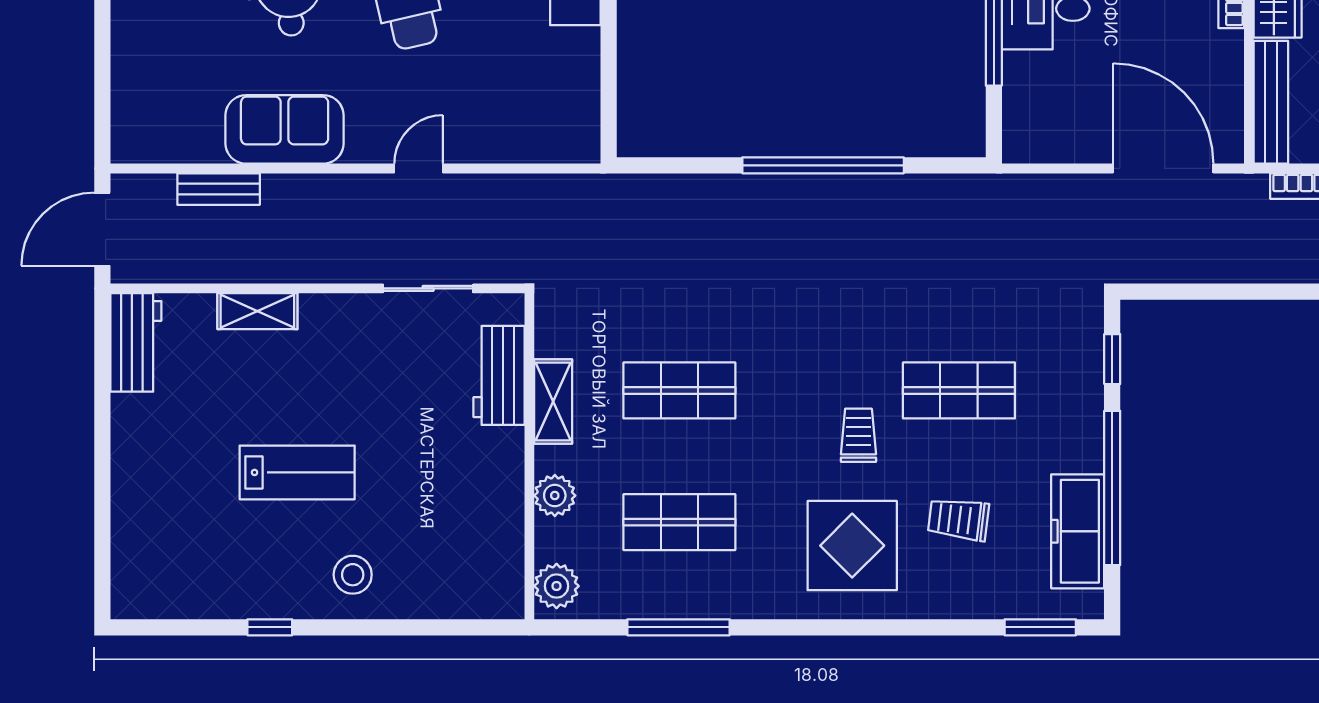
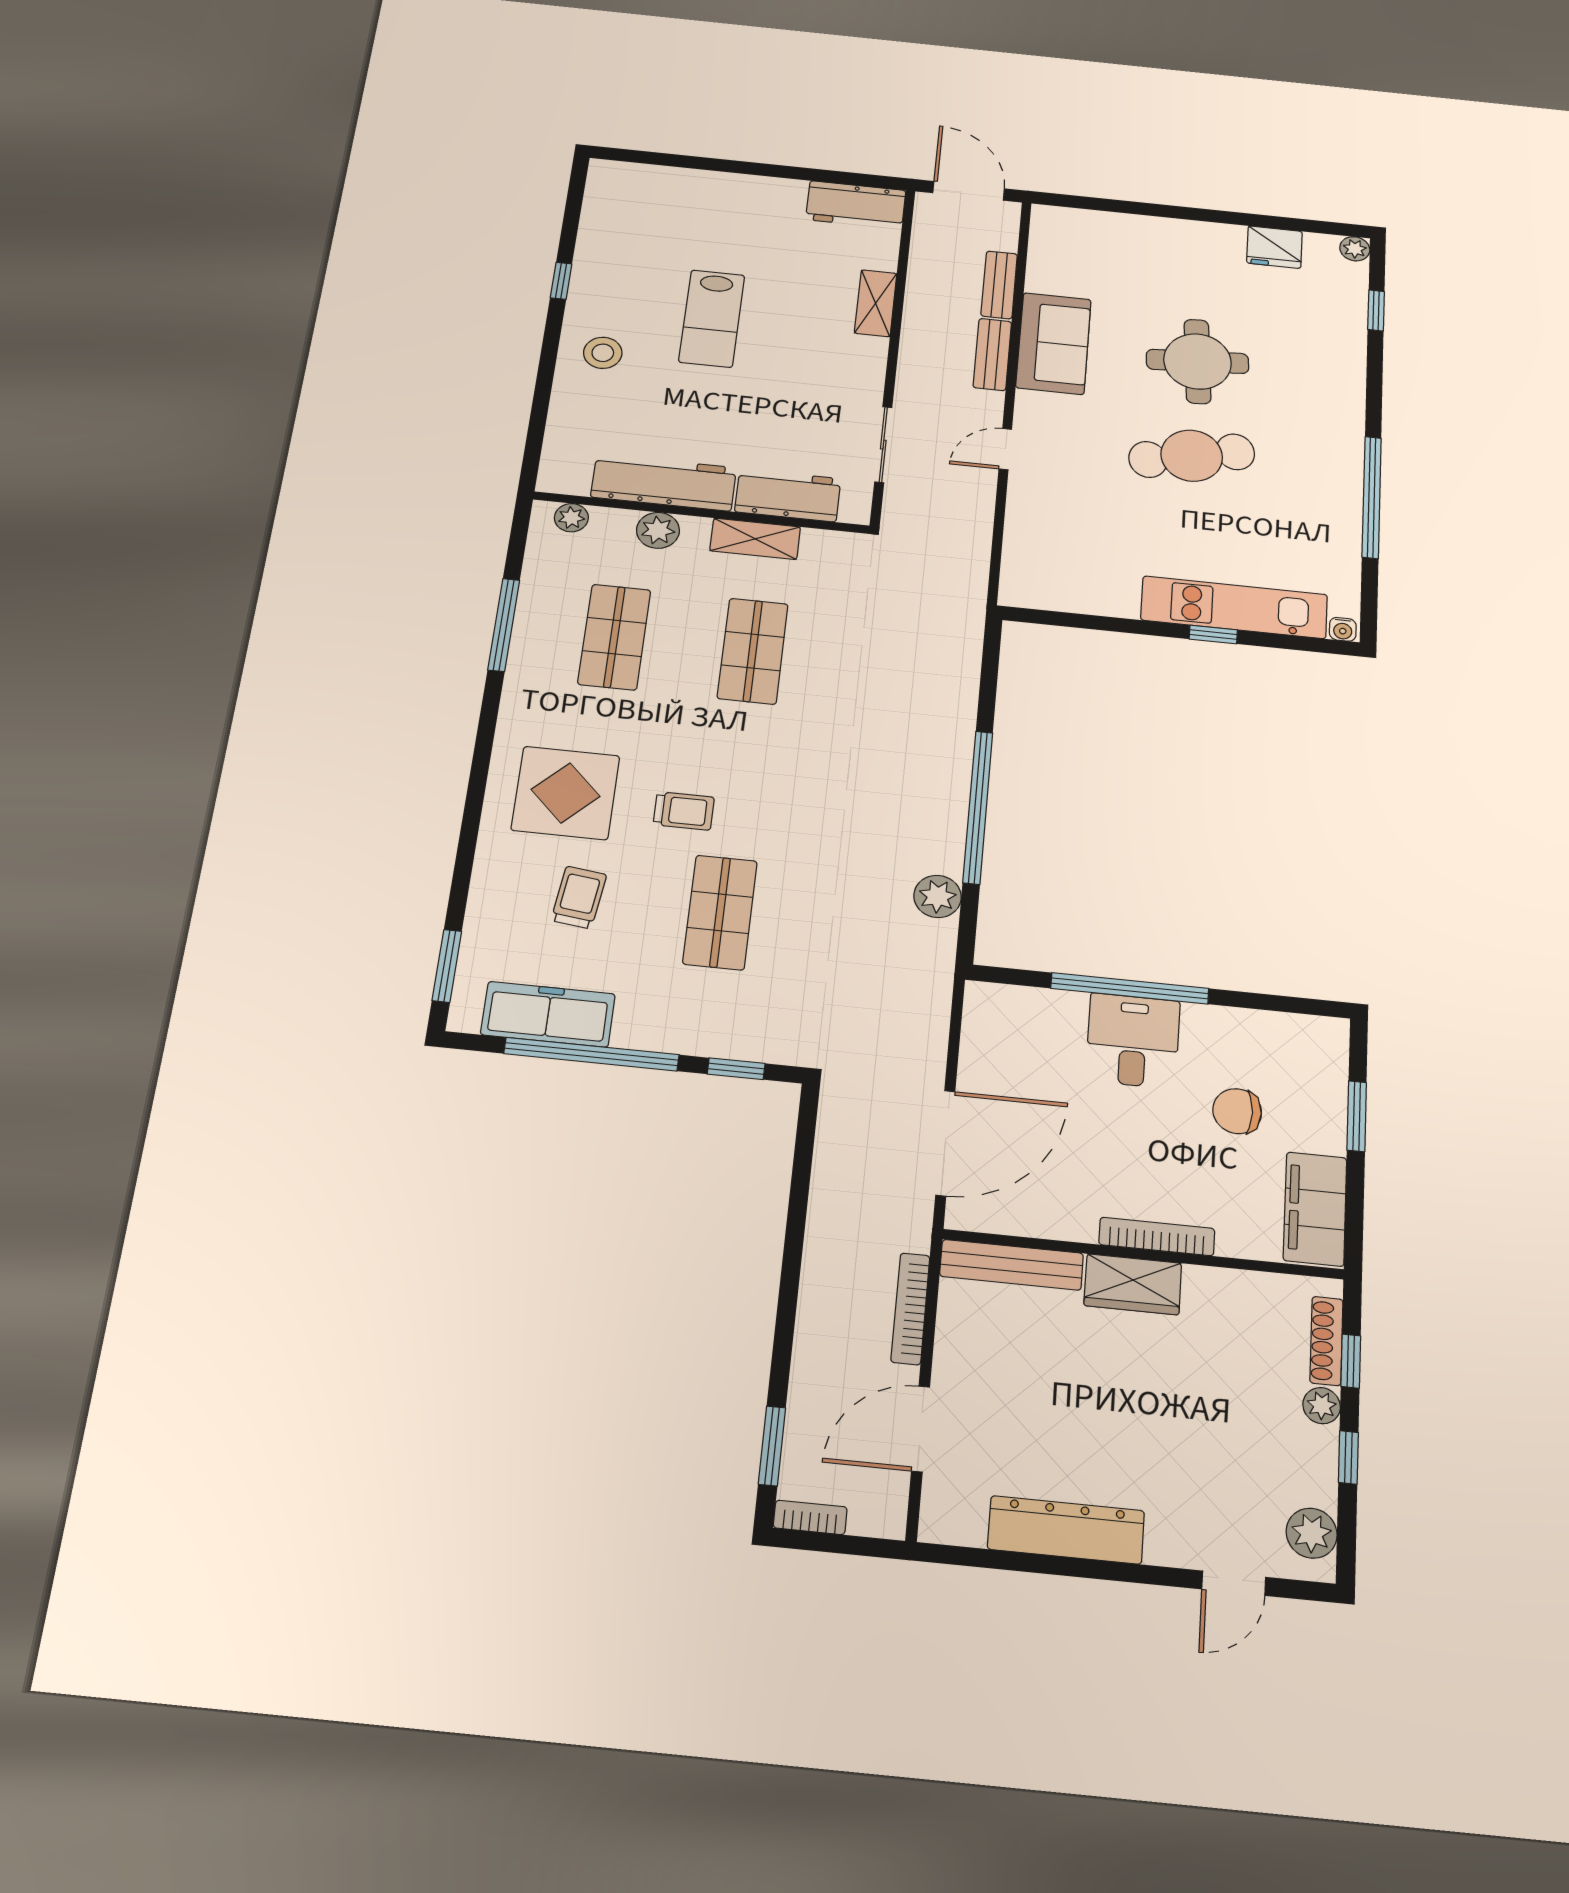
door: (419, 168) -> (1005, 449), swing flipped
bench: (306, 190) -> (992, 354), added
plant: (920, 195) -> (938, 896), added
workbench: (499, 497) -> (664, 482), added
plant: (557, 586) -> (571, 518), width x0.73, depth x0.73

